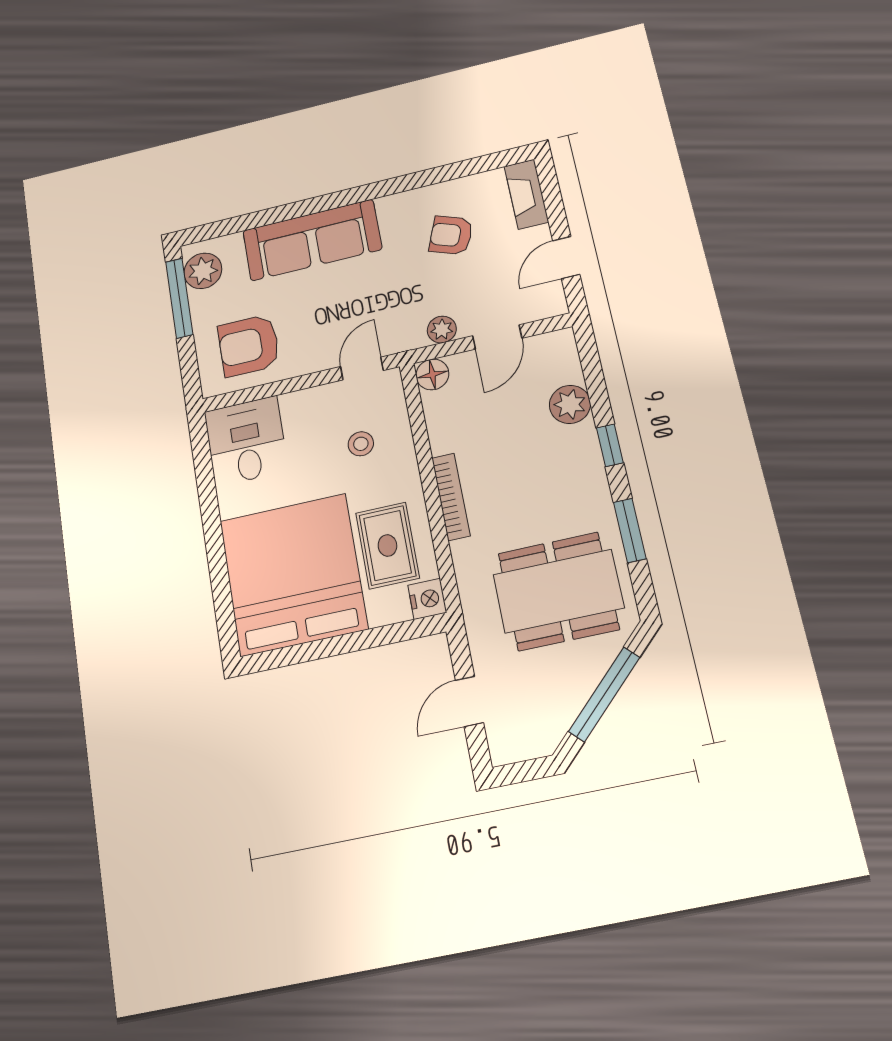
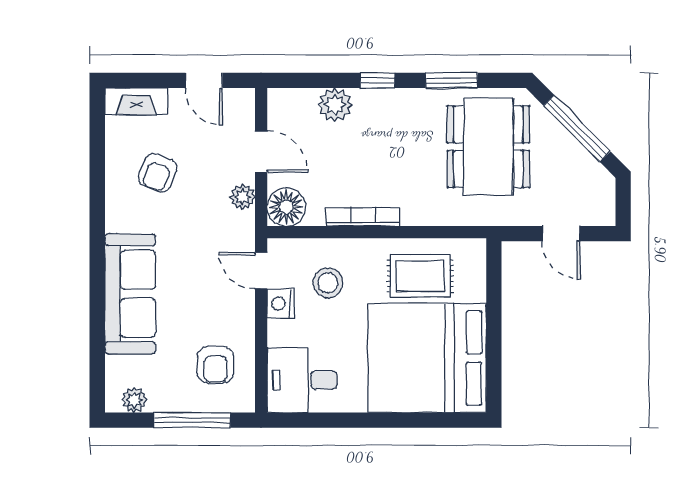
plant: (203, 271) -> (134, 400), width x0.73, depth x0.73
window: (179, 298) -> (192, 420), moved
armchair: (249, 345) -> (215, 365), width x0.72, depth x0.72
floor lamp: (432, 374) -> (286, 207), width x1.38, depth x1.38
stool: (361, 444) -> (328, 283), width x1.37, depth x1.37
bookcase: (451, 497) -> (363, 217), moved
nightstand: (427, 599) -> (281, 304), moved, turned -90

